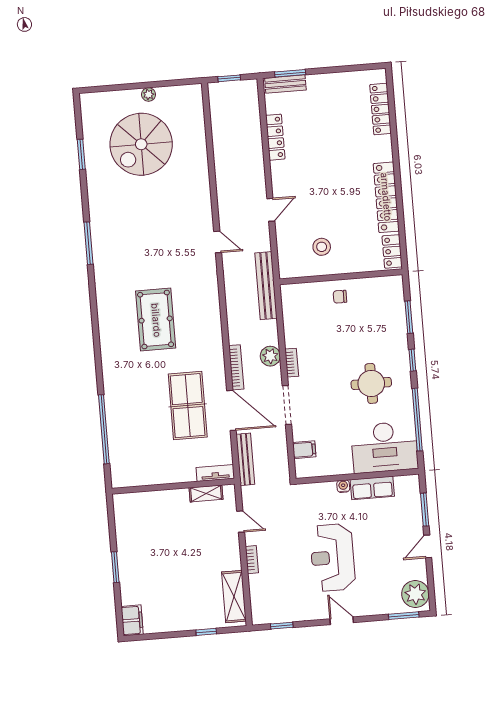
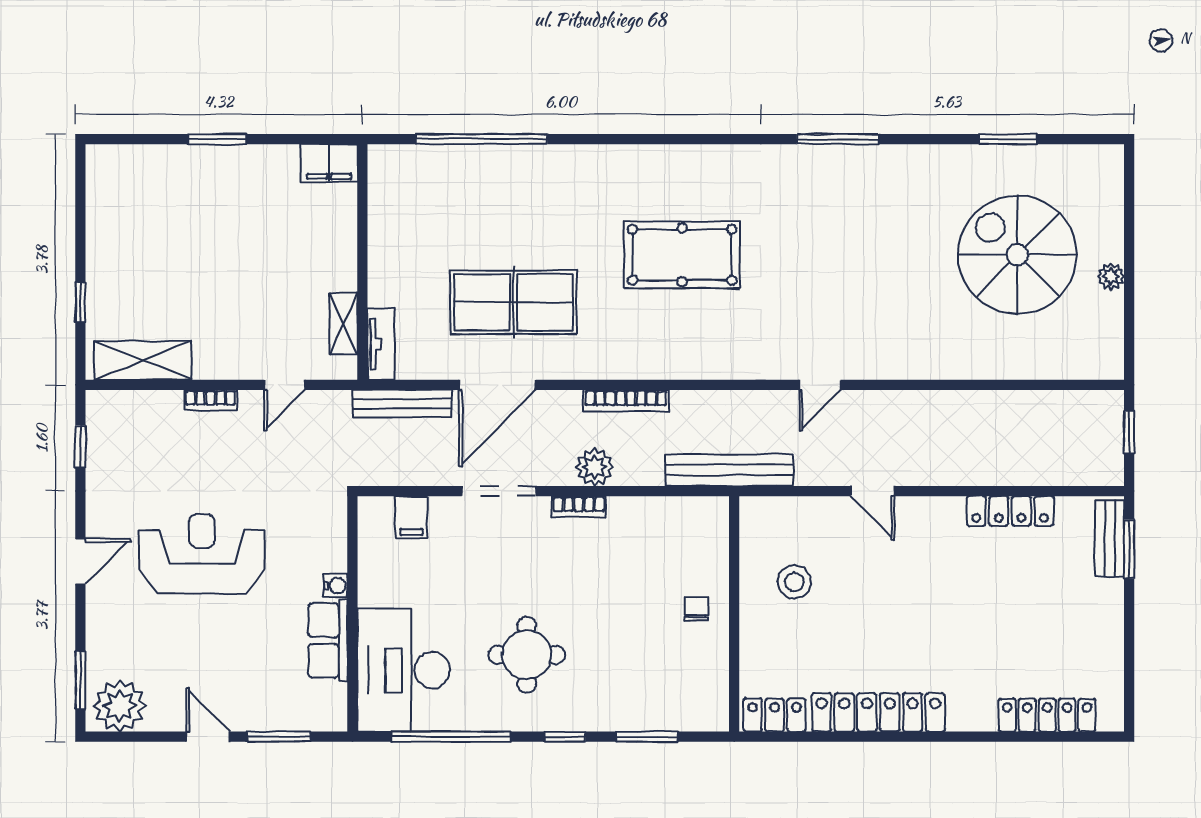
bookcase: (236, 367) -> (626, 401), moved
filing cabinet: (132, 620) -> (329, 163), moved

